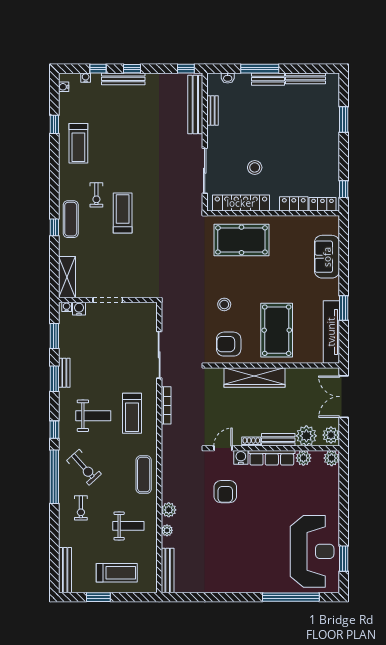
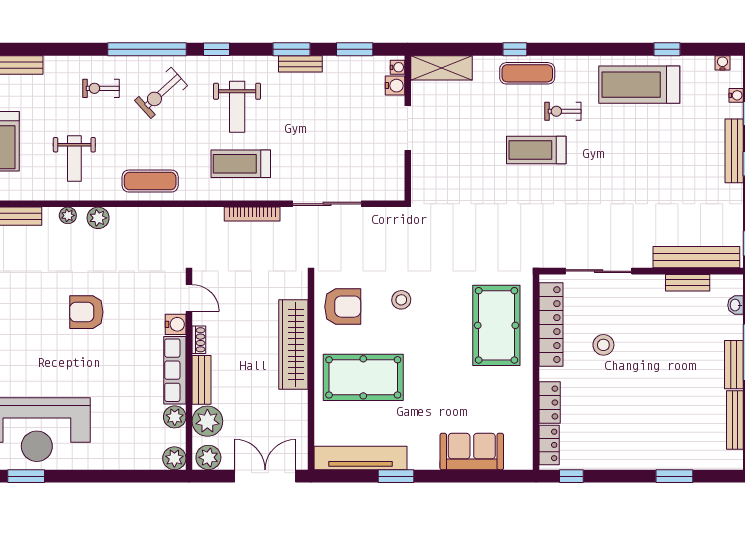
treadmill: (78, 143) -> (639, 85), width x1.37, depth x1.38
treadmill: (123, 213) -> (536, 150), turned 180
armchair: (229, 344) -> (343, 307), turned 90
armchair: (225, 492) -> (86, 312), moved

